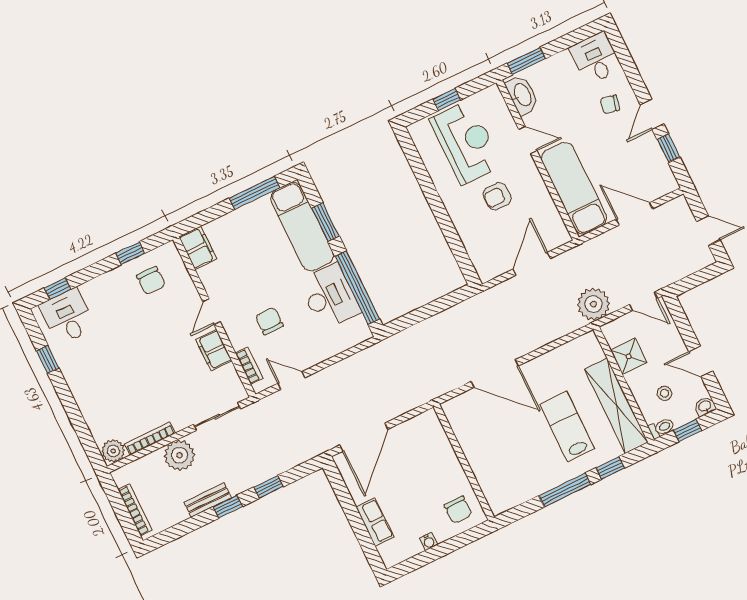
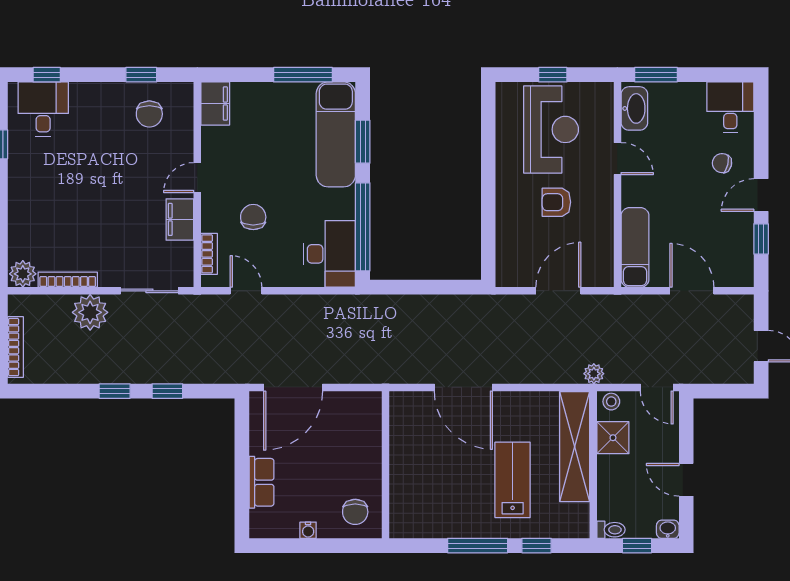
exam couch: (574, 188) -> (635, 247), width x0.73, depth x0.69
desk: (330, 296) -> (329, 254), moved
plant: (594, 304) -> (594, 374), width x0.53, depth x0.53
stool: (664, 393) -> (611, 402), moved
shelving: (616, 406) -> (575, 447), moved
bench: (208, 500) -> (97, 374), removed

